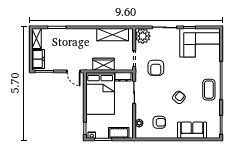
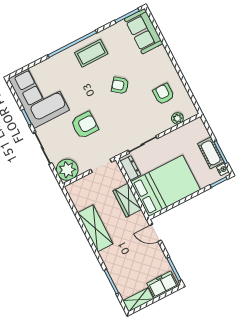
shelving: (113, 35) -> (95, 228), moved
armchair: (156, 68) -> (85, 125), moved
door: (74, 71) -> (155, 233), swing flipped
sofa: (192, 130) -> (144, 31), moved
cot: (119, 133) -> (211, 153), moved

